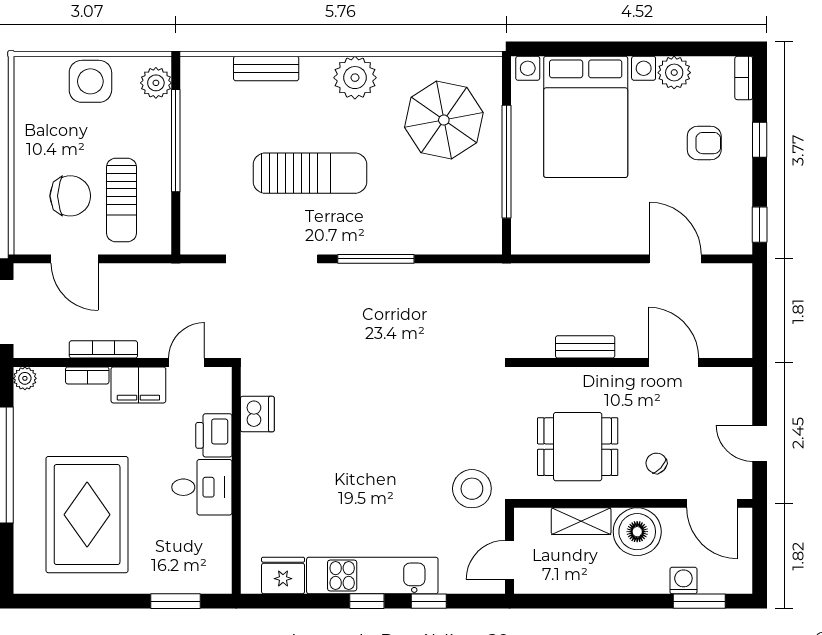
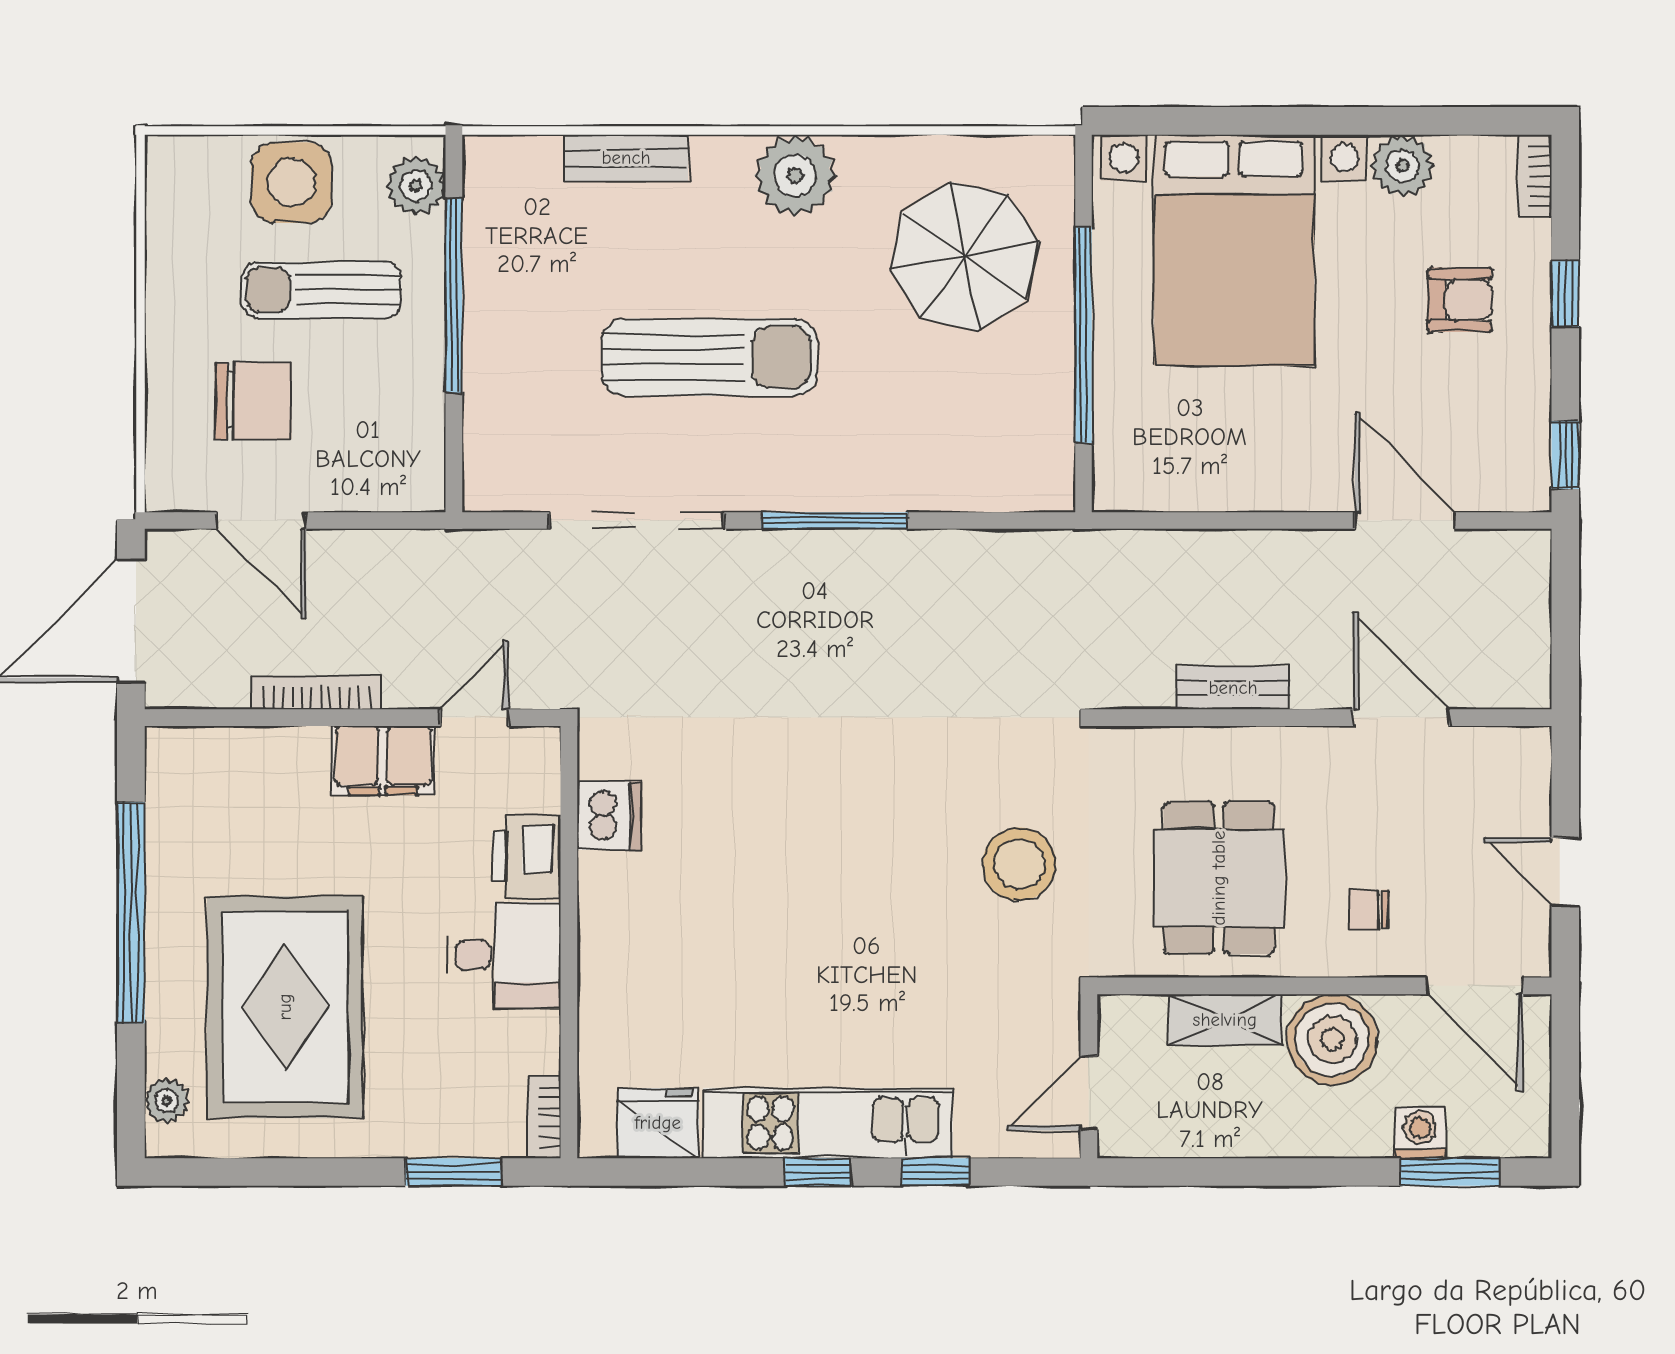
sun lounger: (121, 200) -> (321, 290), moved, turned 90
bookcase: (87, 375) -> (544, 1117), moved, turned 90
plant: (25, 378) -> (167, 1101), moved
dining table: (578, 447) -> (1219, 878), turned 90
chair: (656, 463) -> (1369, 909), turned -43
stool: (472, 489) -> (1019, 864), moved

